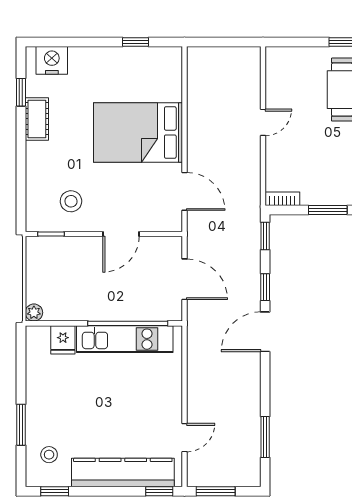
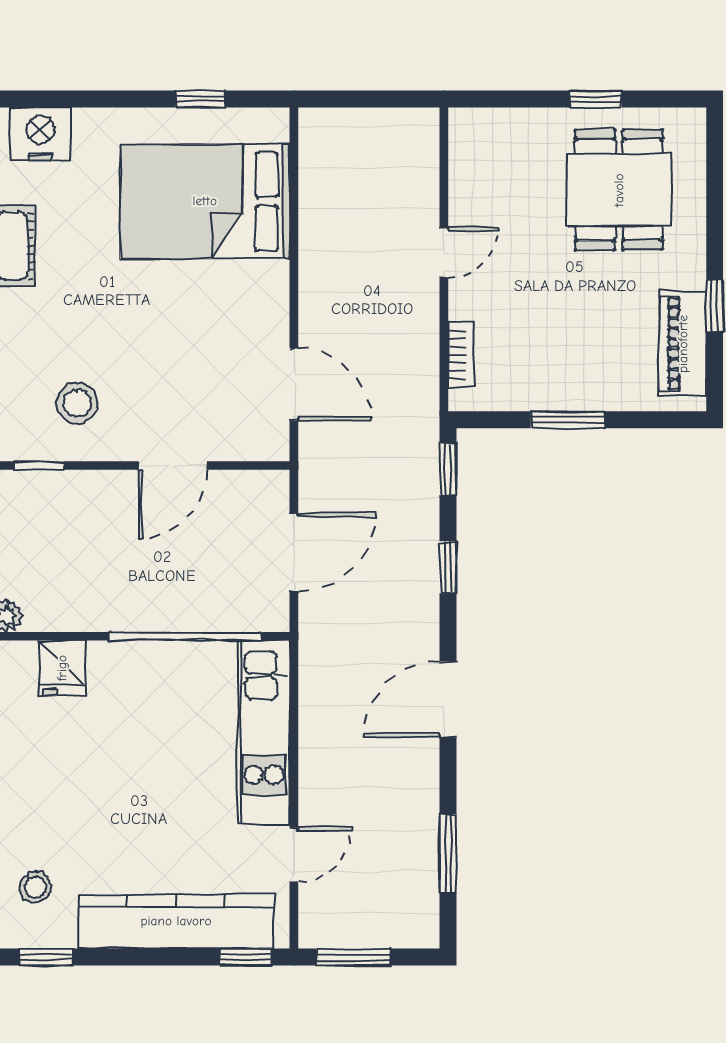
bed: (138, 133) -> (205, 201), moved
bookcase: (282, 199) -> (461, 355), moved, turned 90
door: (184, 279) -> (294, 552), hinge flipped
door: (265, 332) -> (448, 699), moved
kitchen unit: (125, 339) -> (264, 732), moved, turned 90

